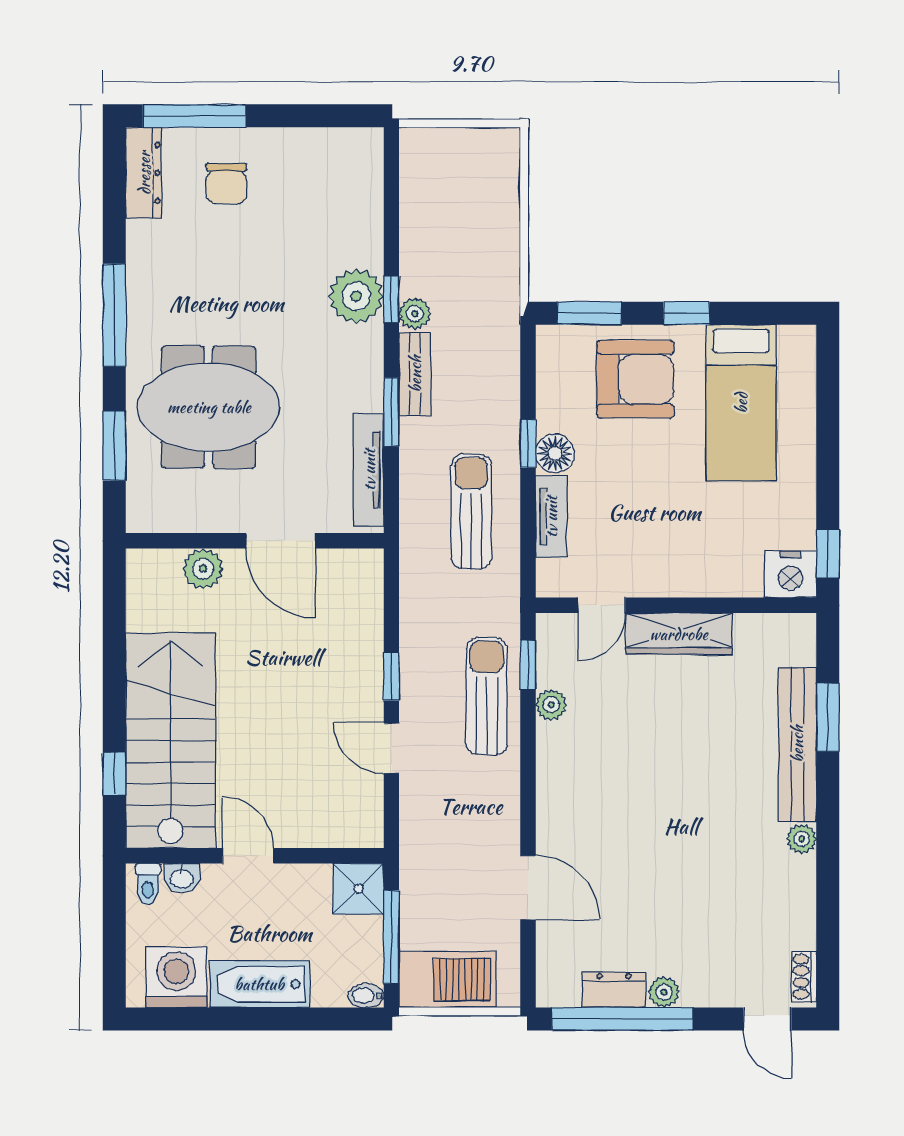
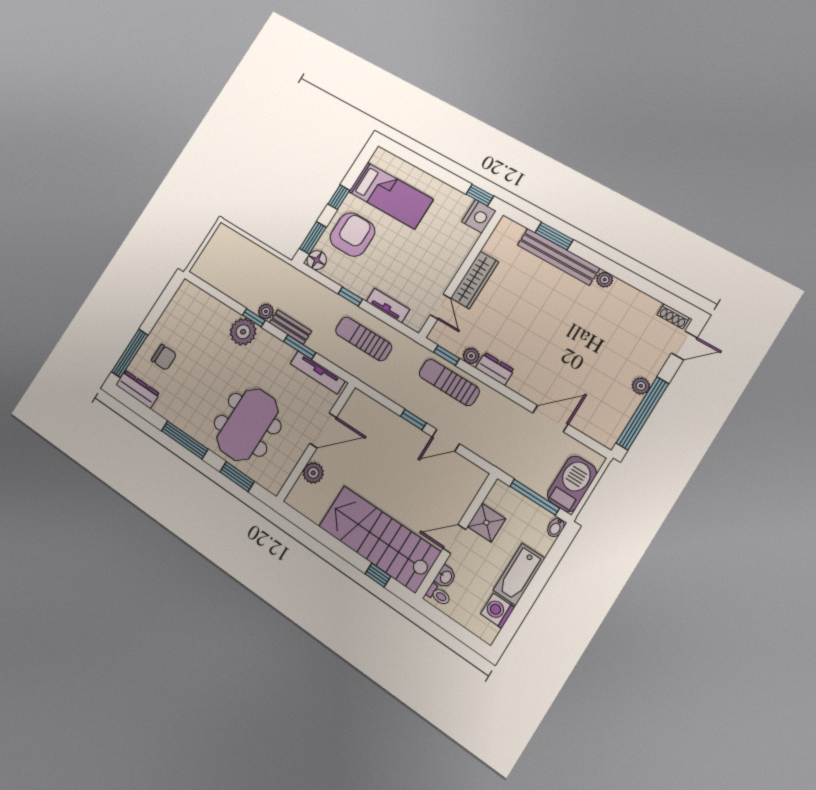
floor lamp: (555, 453) -> (317, 260), moved
shower: (358, 889) -> (486, 523), moved
washing machine: (176, 977) -> (498, 611), width x0.73, depth x0.73
dresser: (614, 990) -> (495, 369), moved, turned 90

